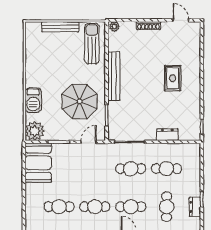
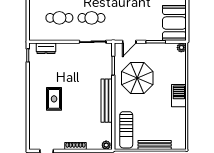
barbecue: (33, 100) -> (179, 96), moved
plant: (35, 131) -> (181, 48), width x0.53, depth x0.53
dresser: (167, 135) -> (46, 48), moved

